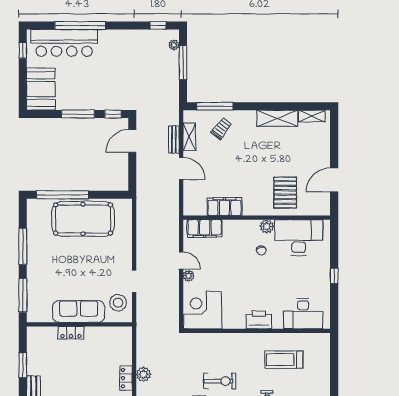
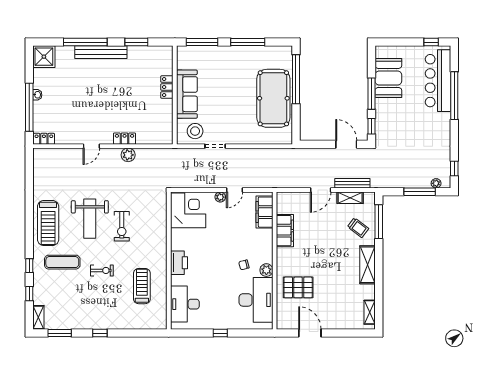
booth: (41, 89) -> (388, 78), moved, turned 90
shelving: (277, 118) -> (368, 265), moved
bench: (174, 139) -> (352, 183), width x1.36

